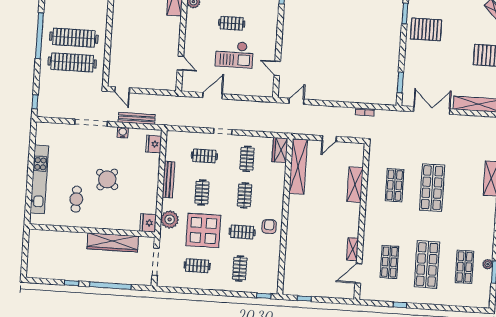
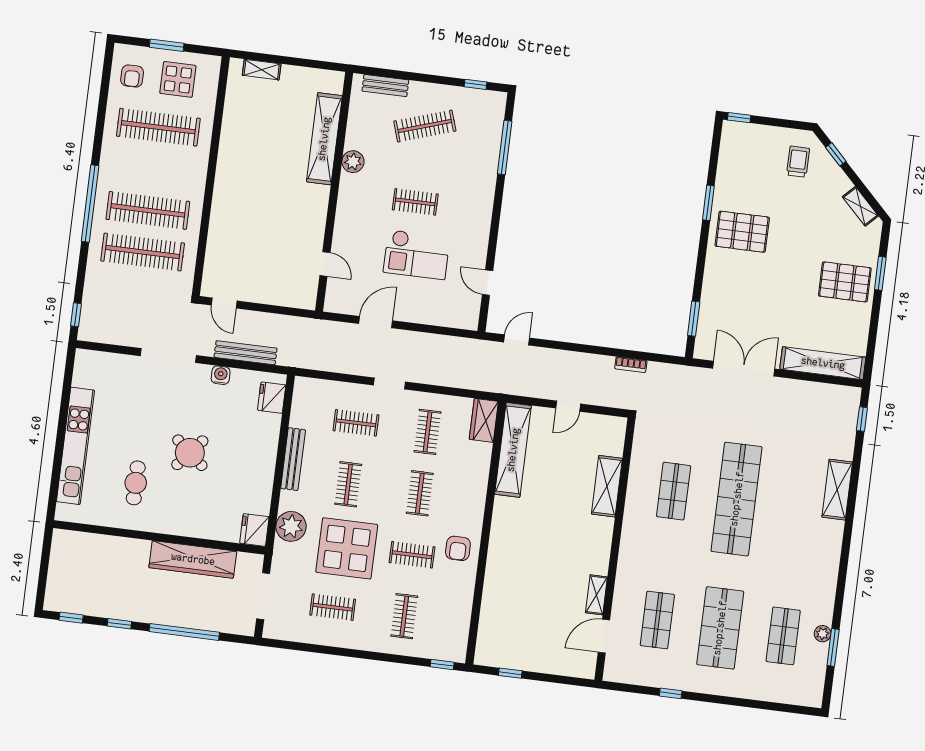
shop shelf: (432, 188) -> (737, 499), width x1.40
armchair: (269, 227) -> (458, 548), turned 180
window: (43, 281) -> (71, 618), added

